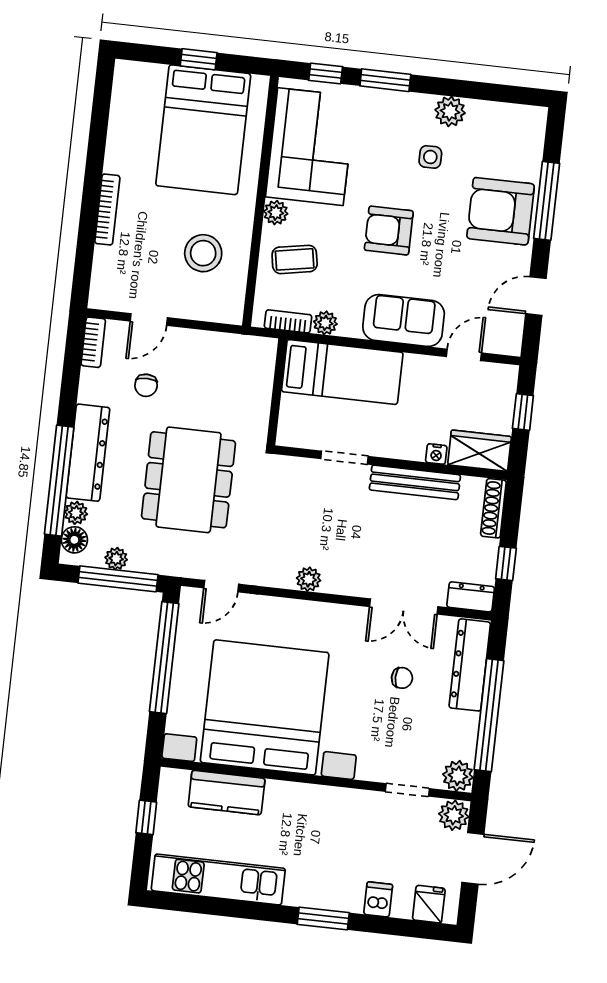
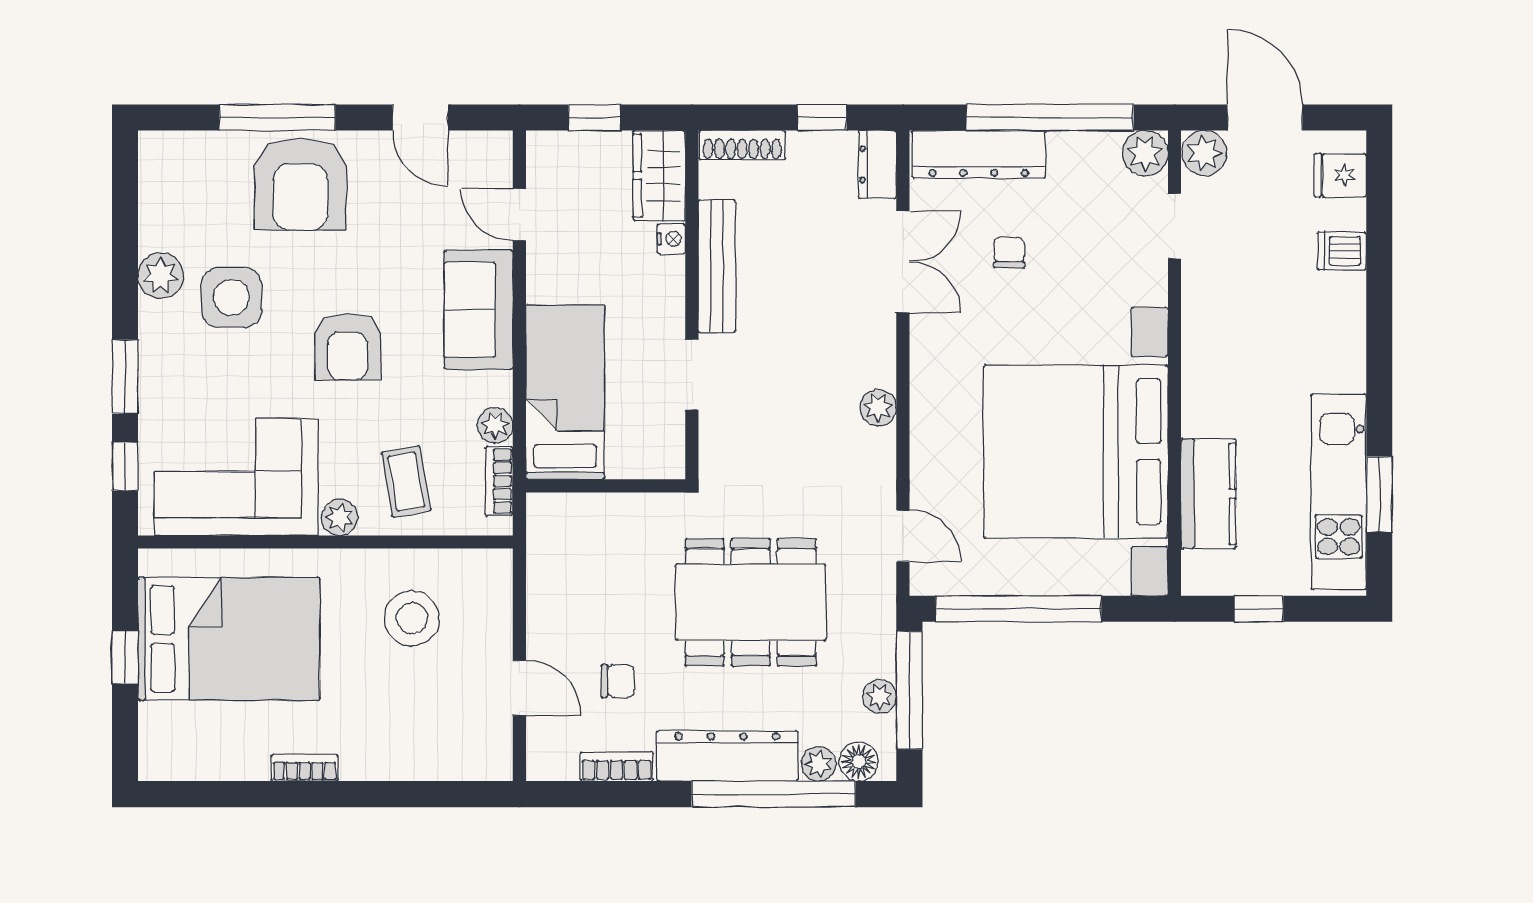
side table: (430, 157) -> (232, 297), width x1.87, depth x1.87
bookcase: (107, 210) -> (305, 768), moved, width x0.64
bookcase: (93, 342) -> (617, 767), moved
window: (323, 919) -> (1379, 494), moved

